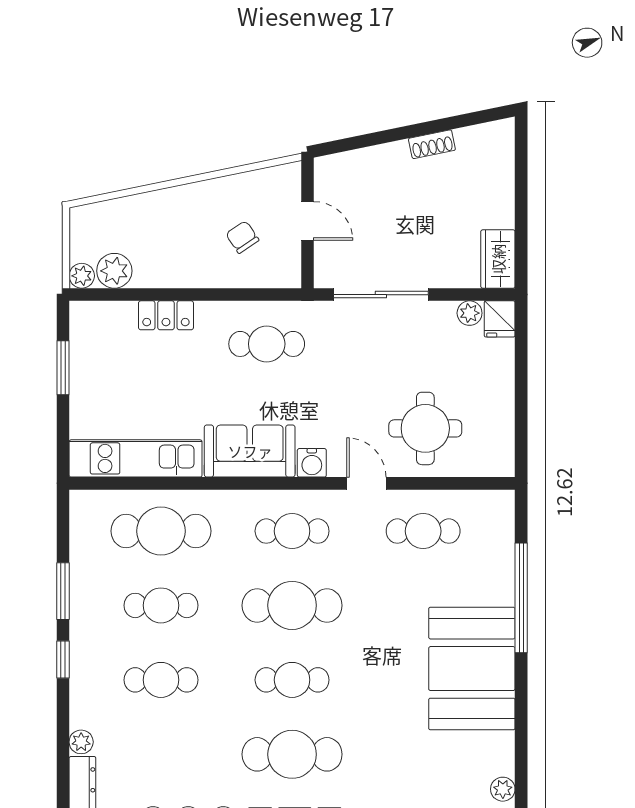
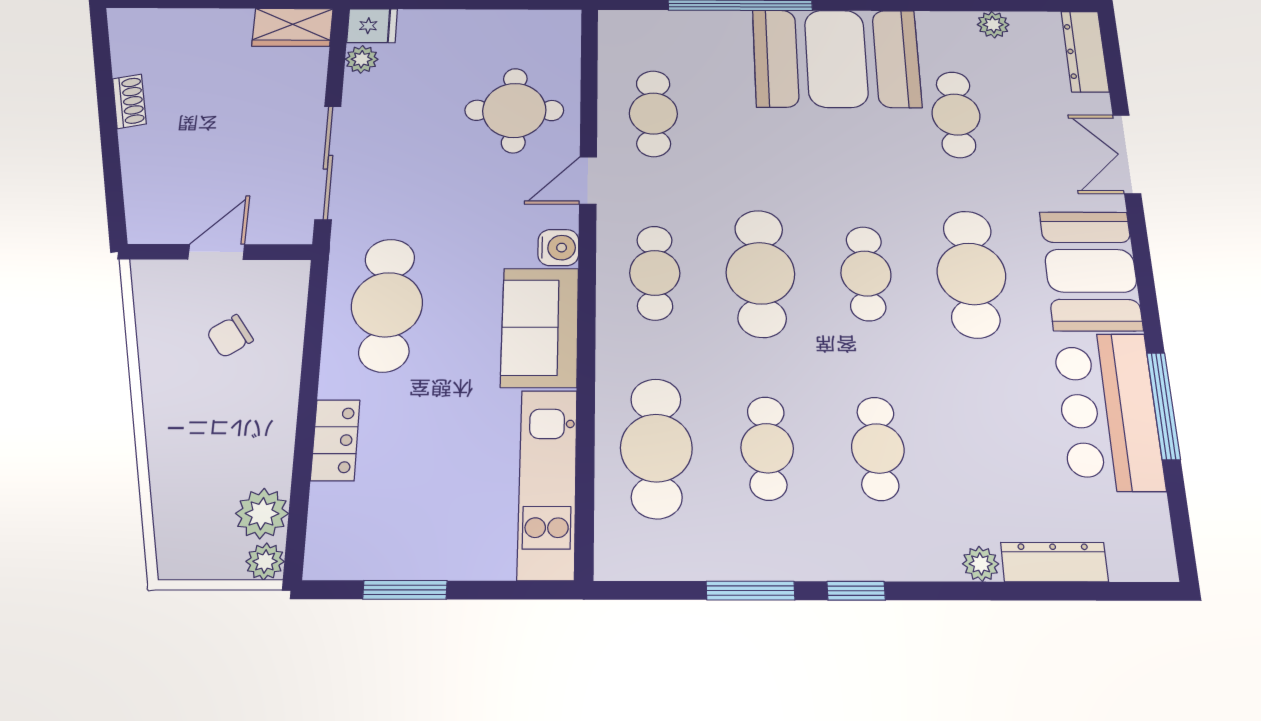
cafe table: (267, 344) -> (387, 305), width x1.37, depth x1.35
cafe table: (423, 754) -> (956, 115), added

